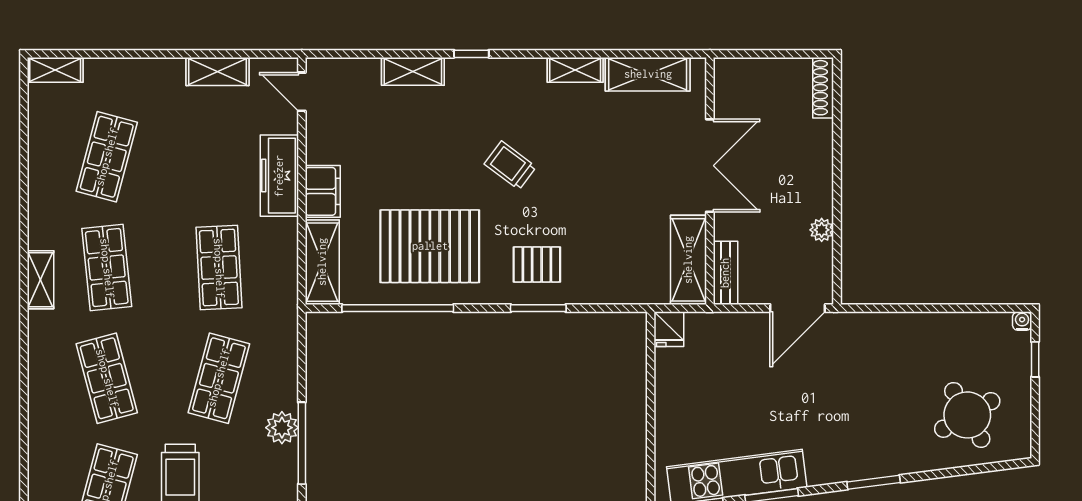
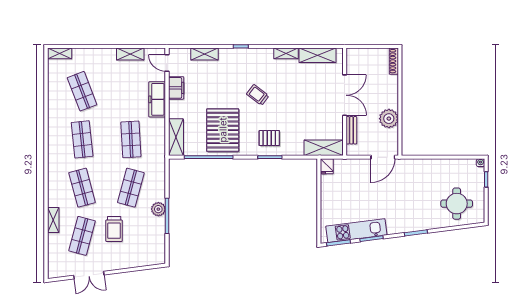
shelving: (413, 71) -> (205, 54), moved
shop shelf: (107, 157) -> (82, 91), turned -36
filing cabinet: (323, 191) -> (176, 88), moved
plant: (822, 230) -> (389, 119), width x1.88, depth x1.88
pallet: (430, 246) -> (223, 130), turned 90
shelving: (688, 260) -> (324, 148), moved, turned 90
bench: (725, 273) -> (351, 130), moved
shelving: (41, 280) -> (53, 220), moved
round table: (967, 415) -> (457, 204), turned 30

